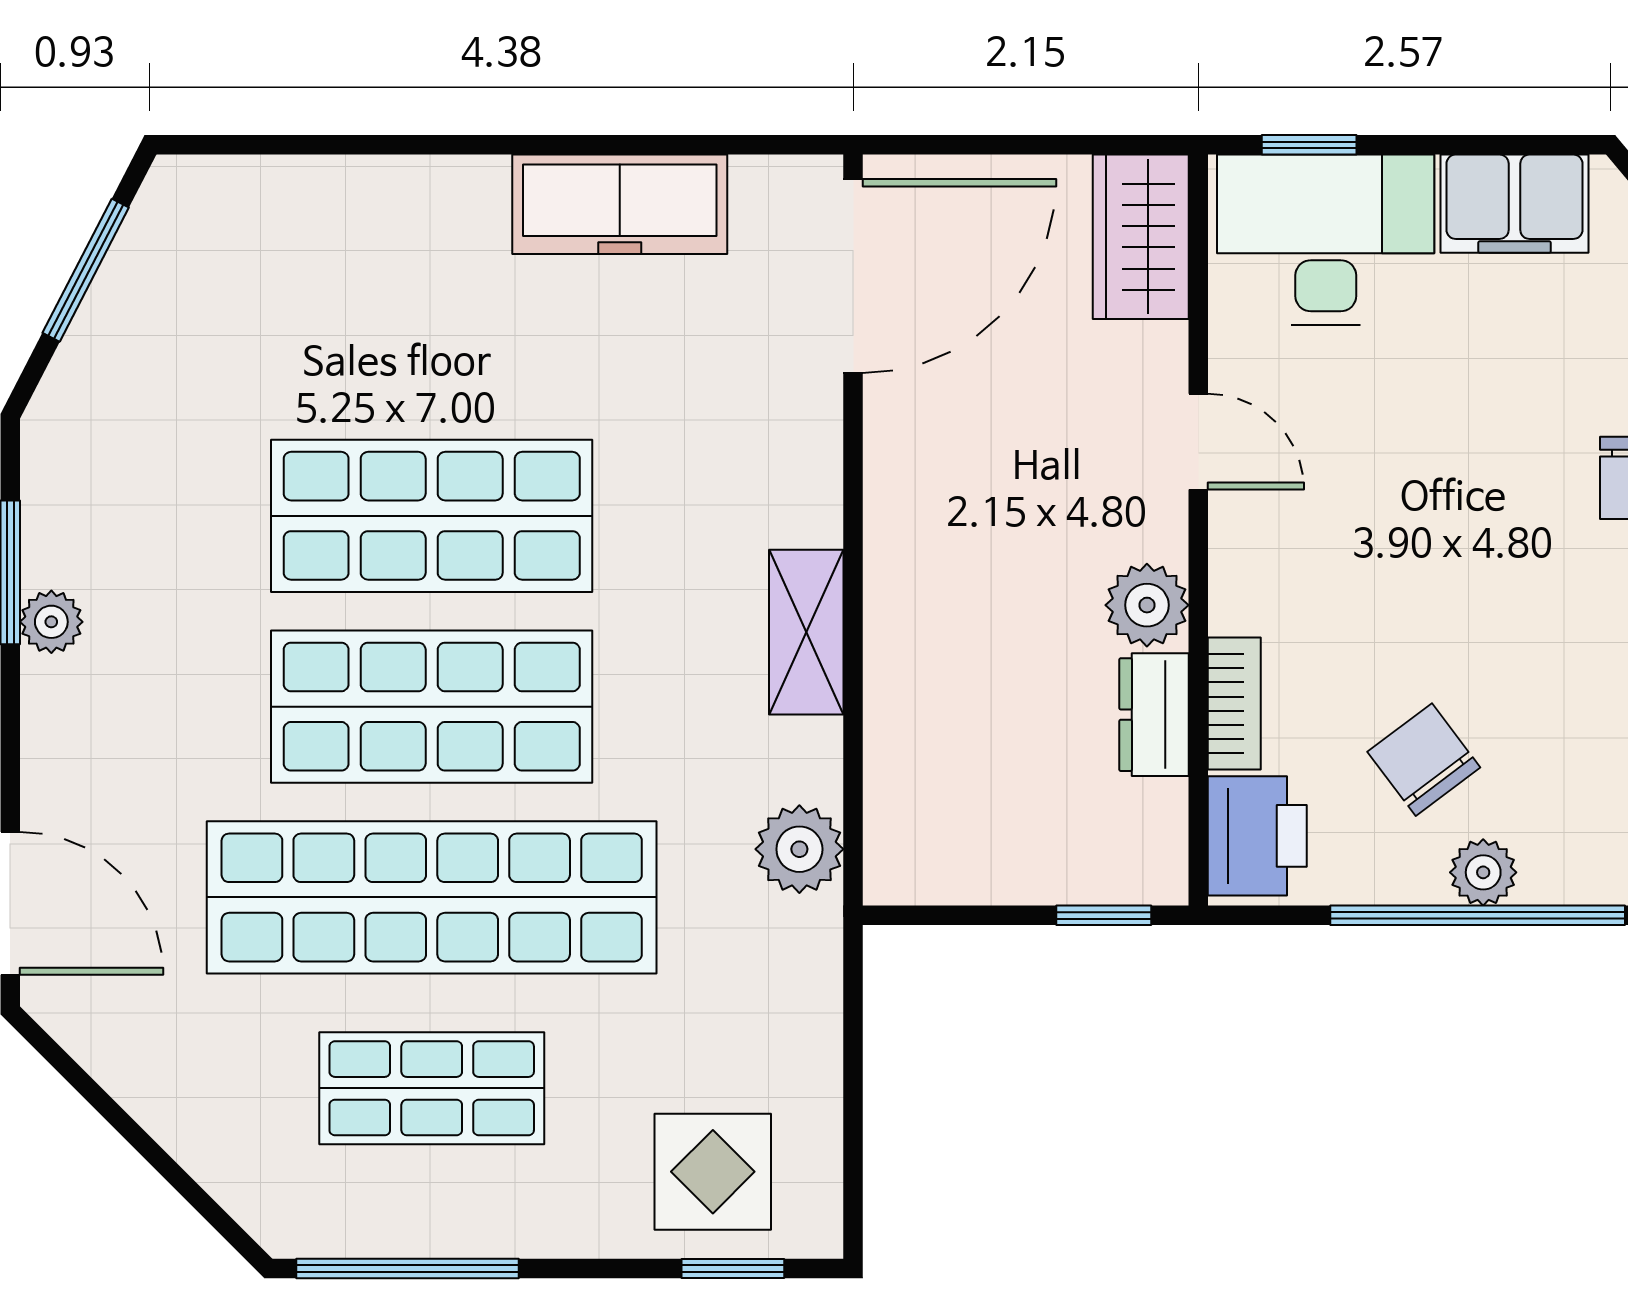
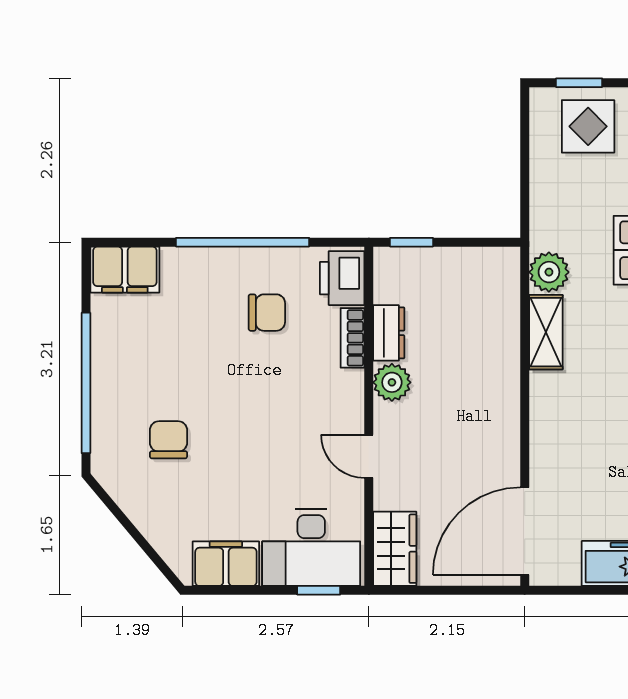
shelving: (806, 632) -> (546, 332), moved
chair: (1424, 760) -> (267, 313), turned -53
plant: (1483, 872) -> (240, 262), removed

